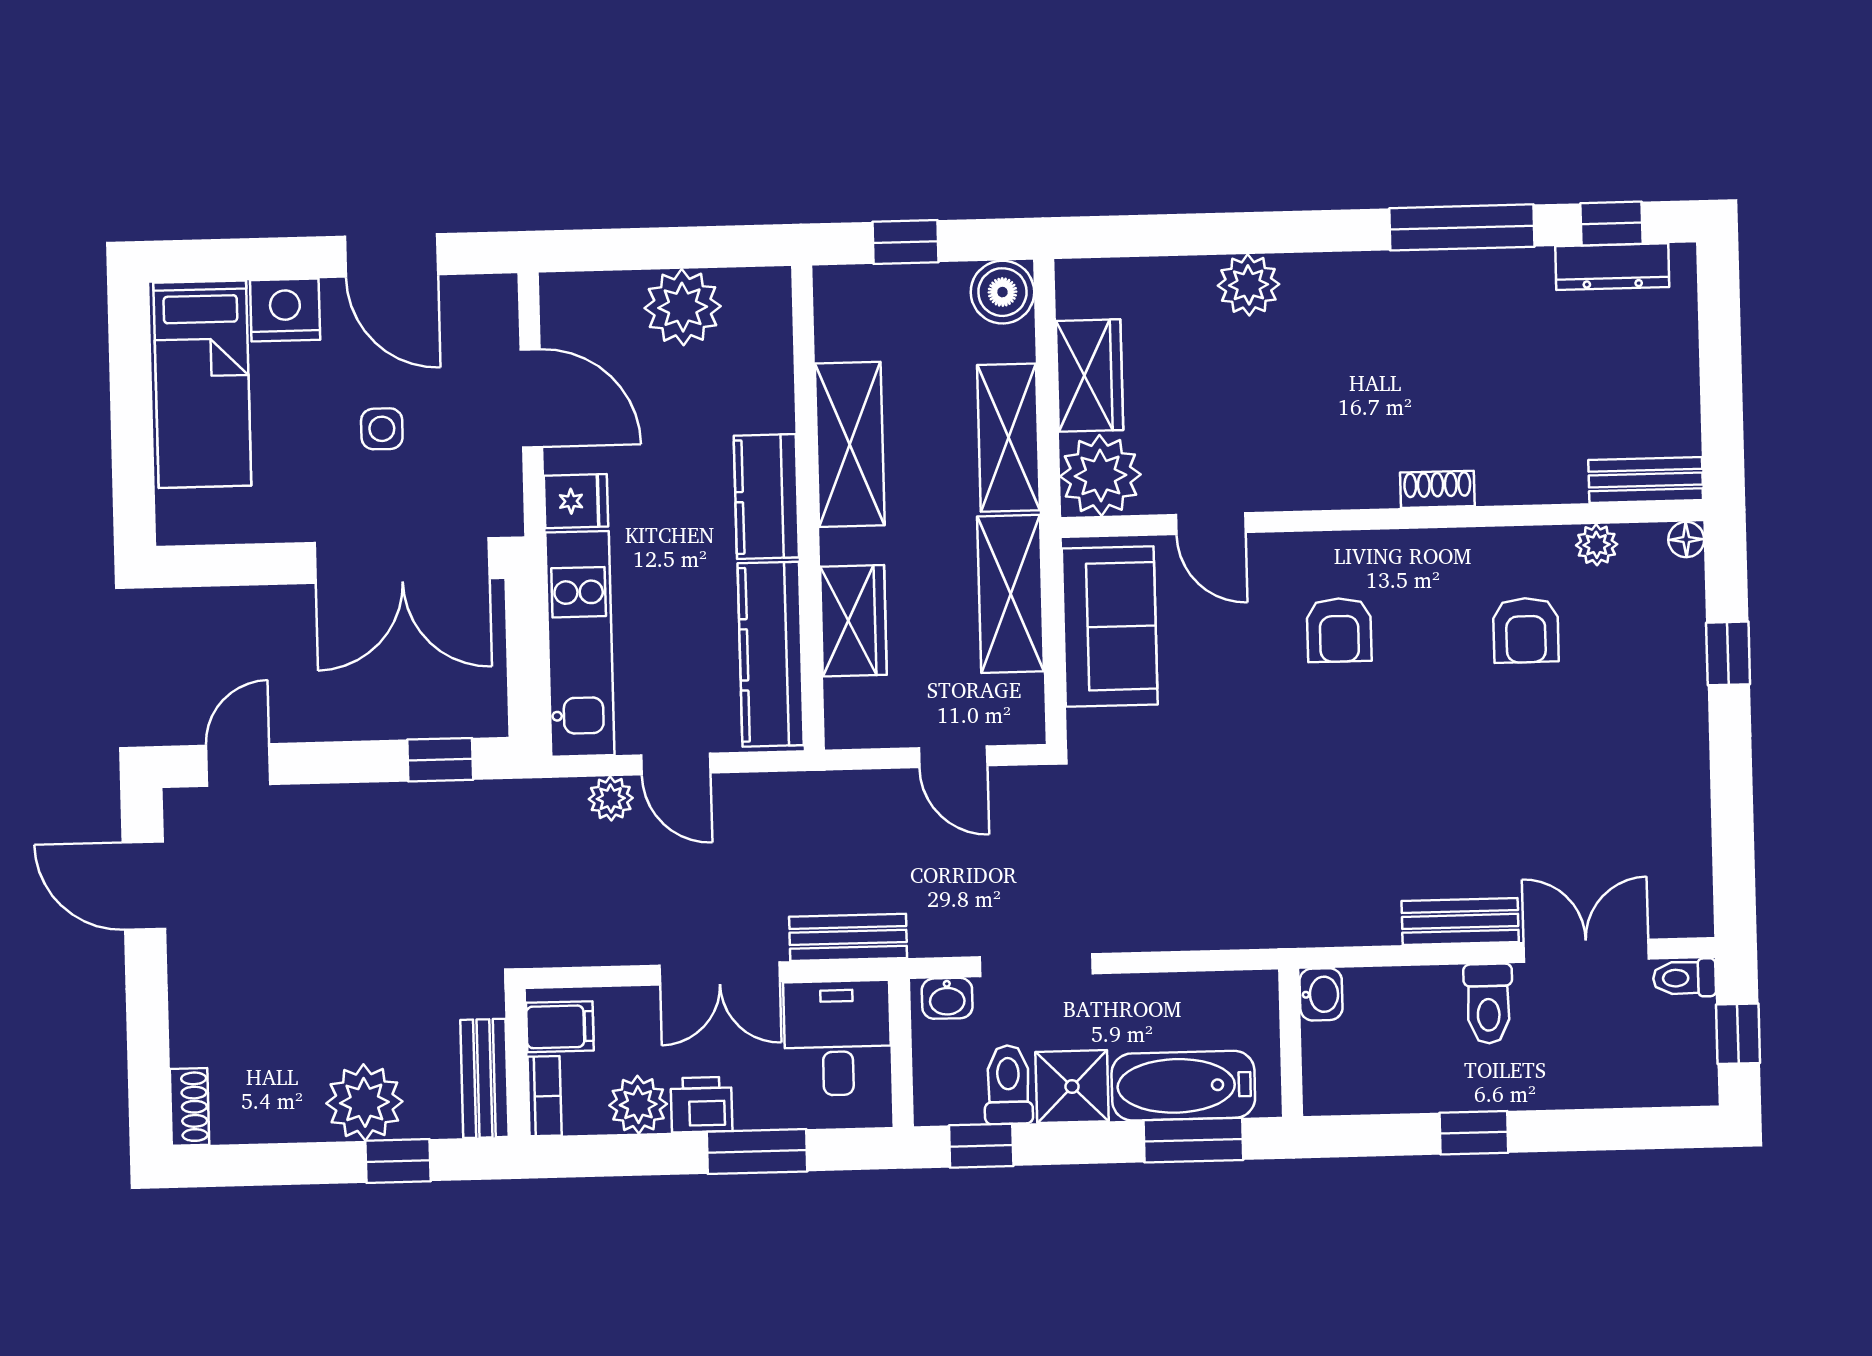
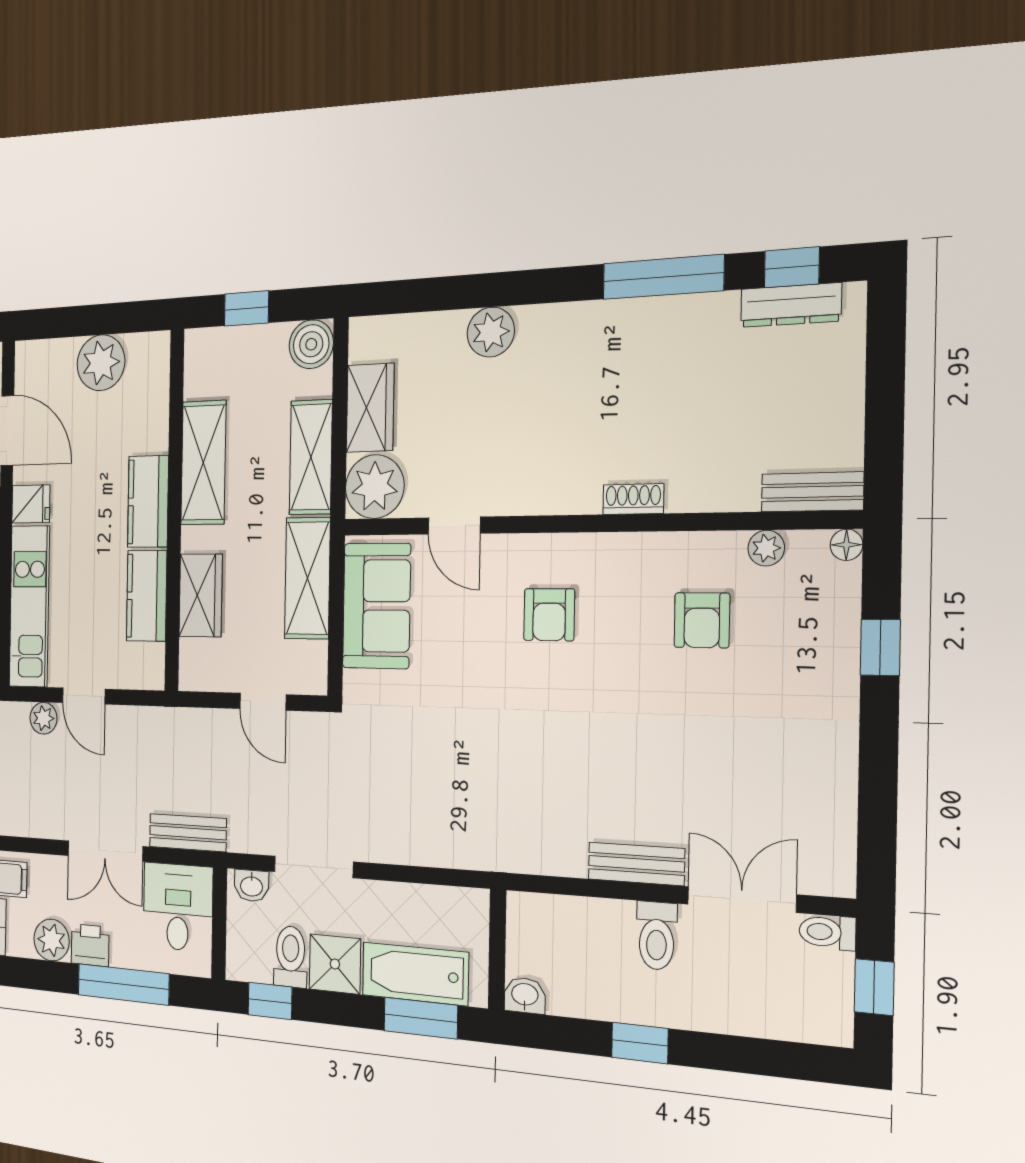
kitchen counter: (771, 654) -> (147, 596), width x0.67
washbasin: (1321, 994) -> (525, 995), moved, turned -90
window: (757, 1152) -> (123, 984), width x1.44

